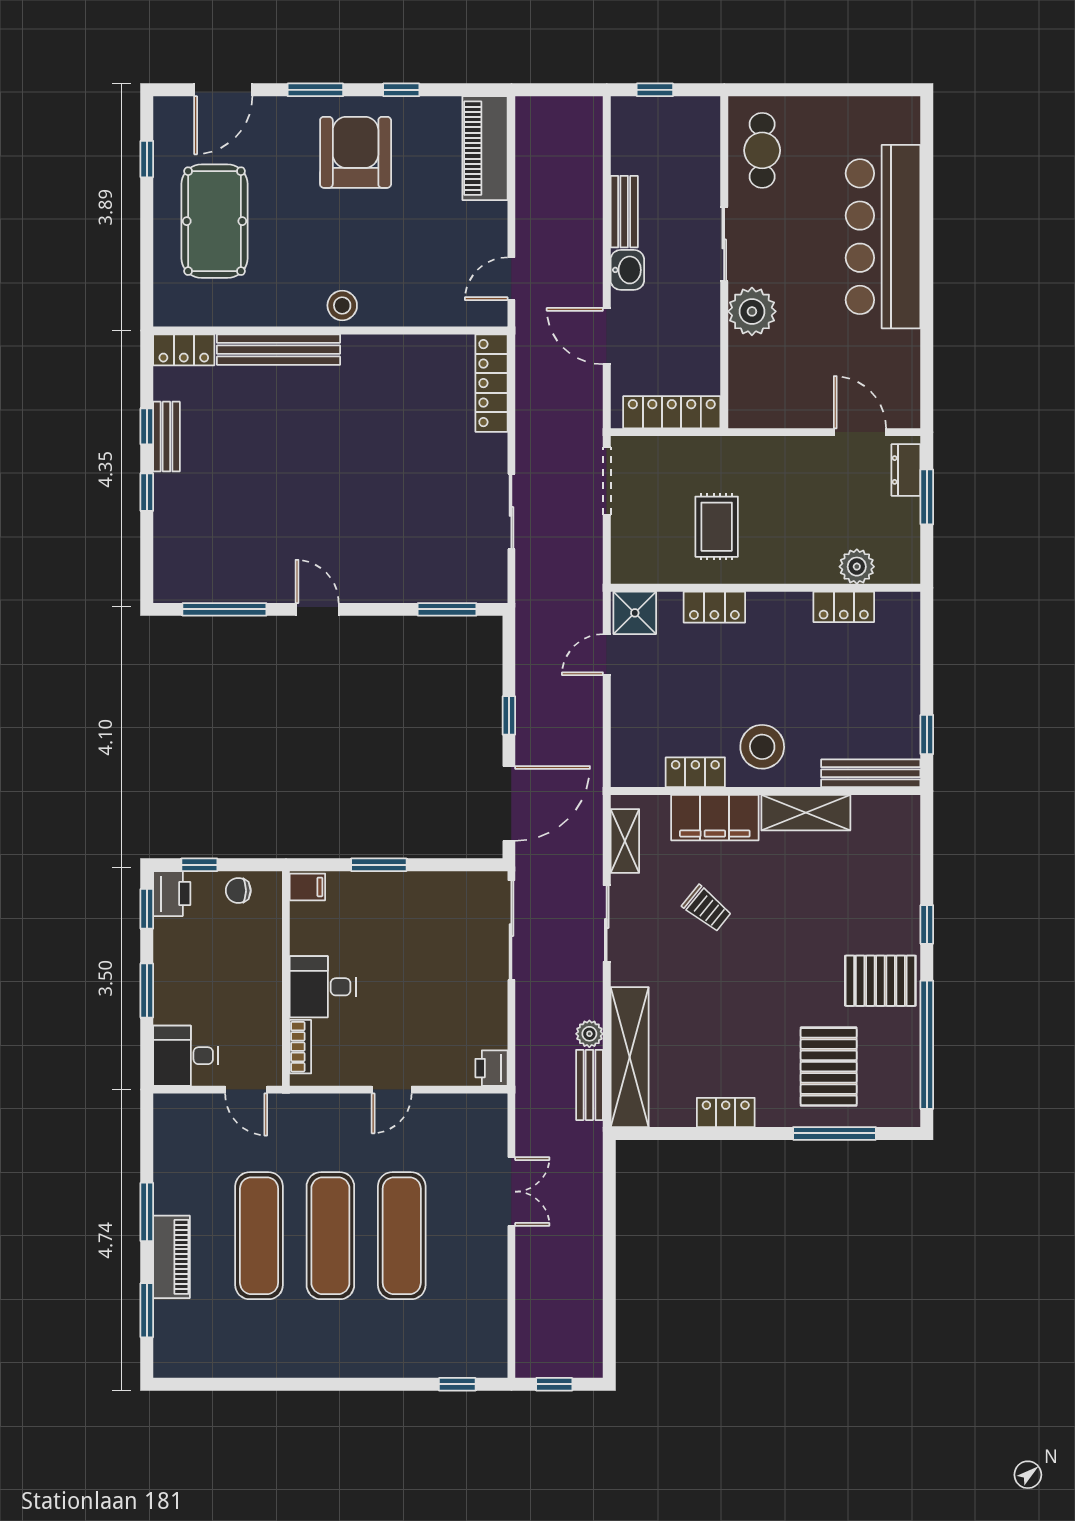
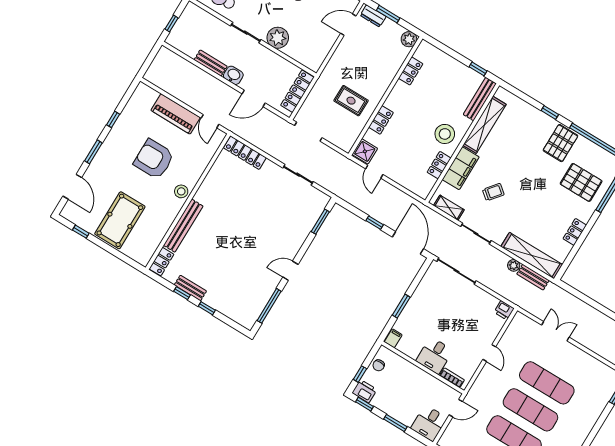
piano: (485, 148) -> (176, 114), moved
armchair: (356, 152) -> (154, 159), moved
pool table: (215, 221) -> (120, 220), turned 90
plant: (857, 567) -> (409, 39), moved
shelving: (806, 813) -> (485, 125), width x1.47

